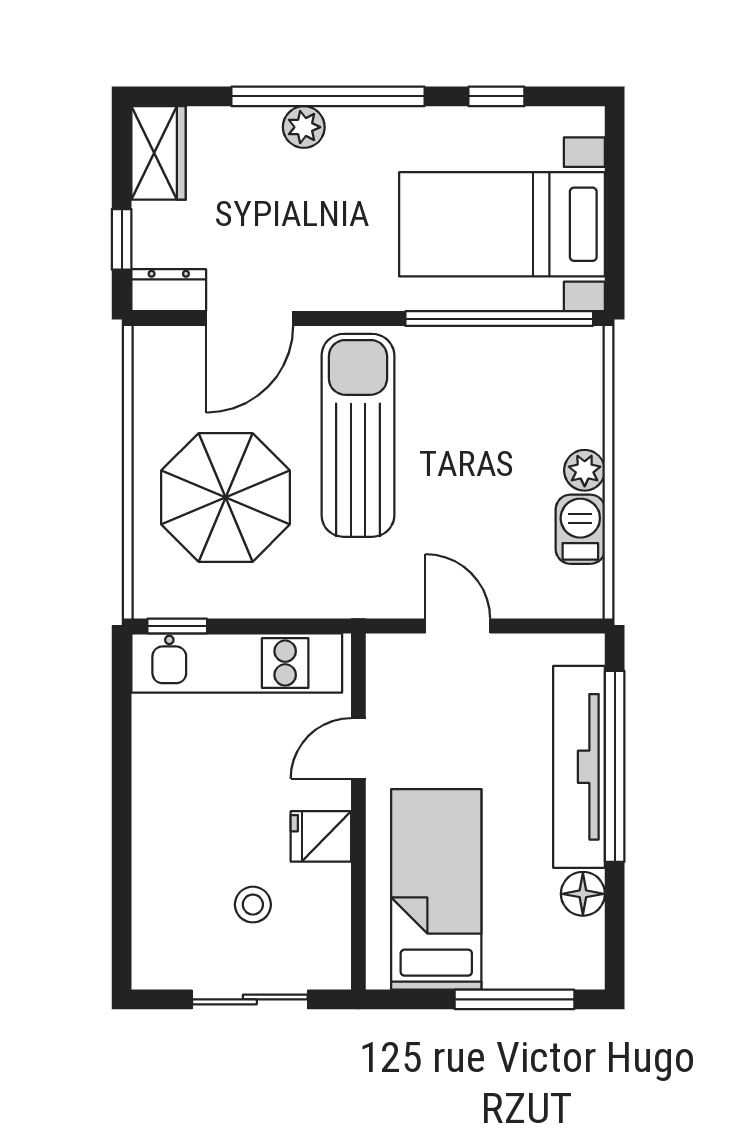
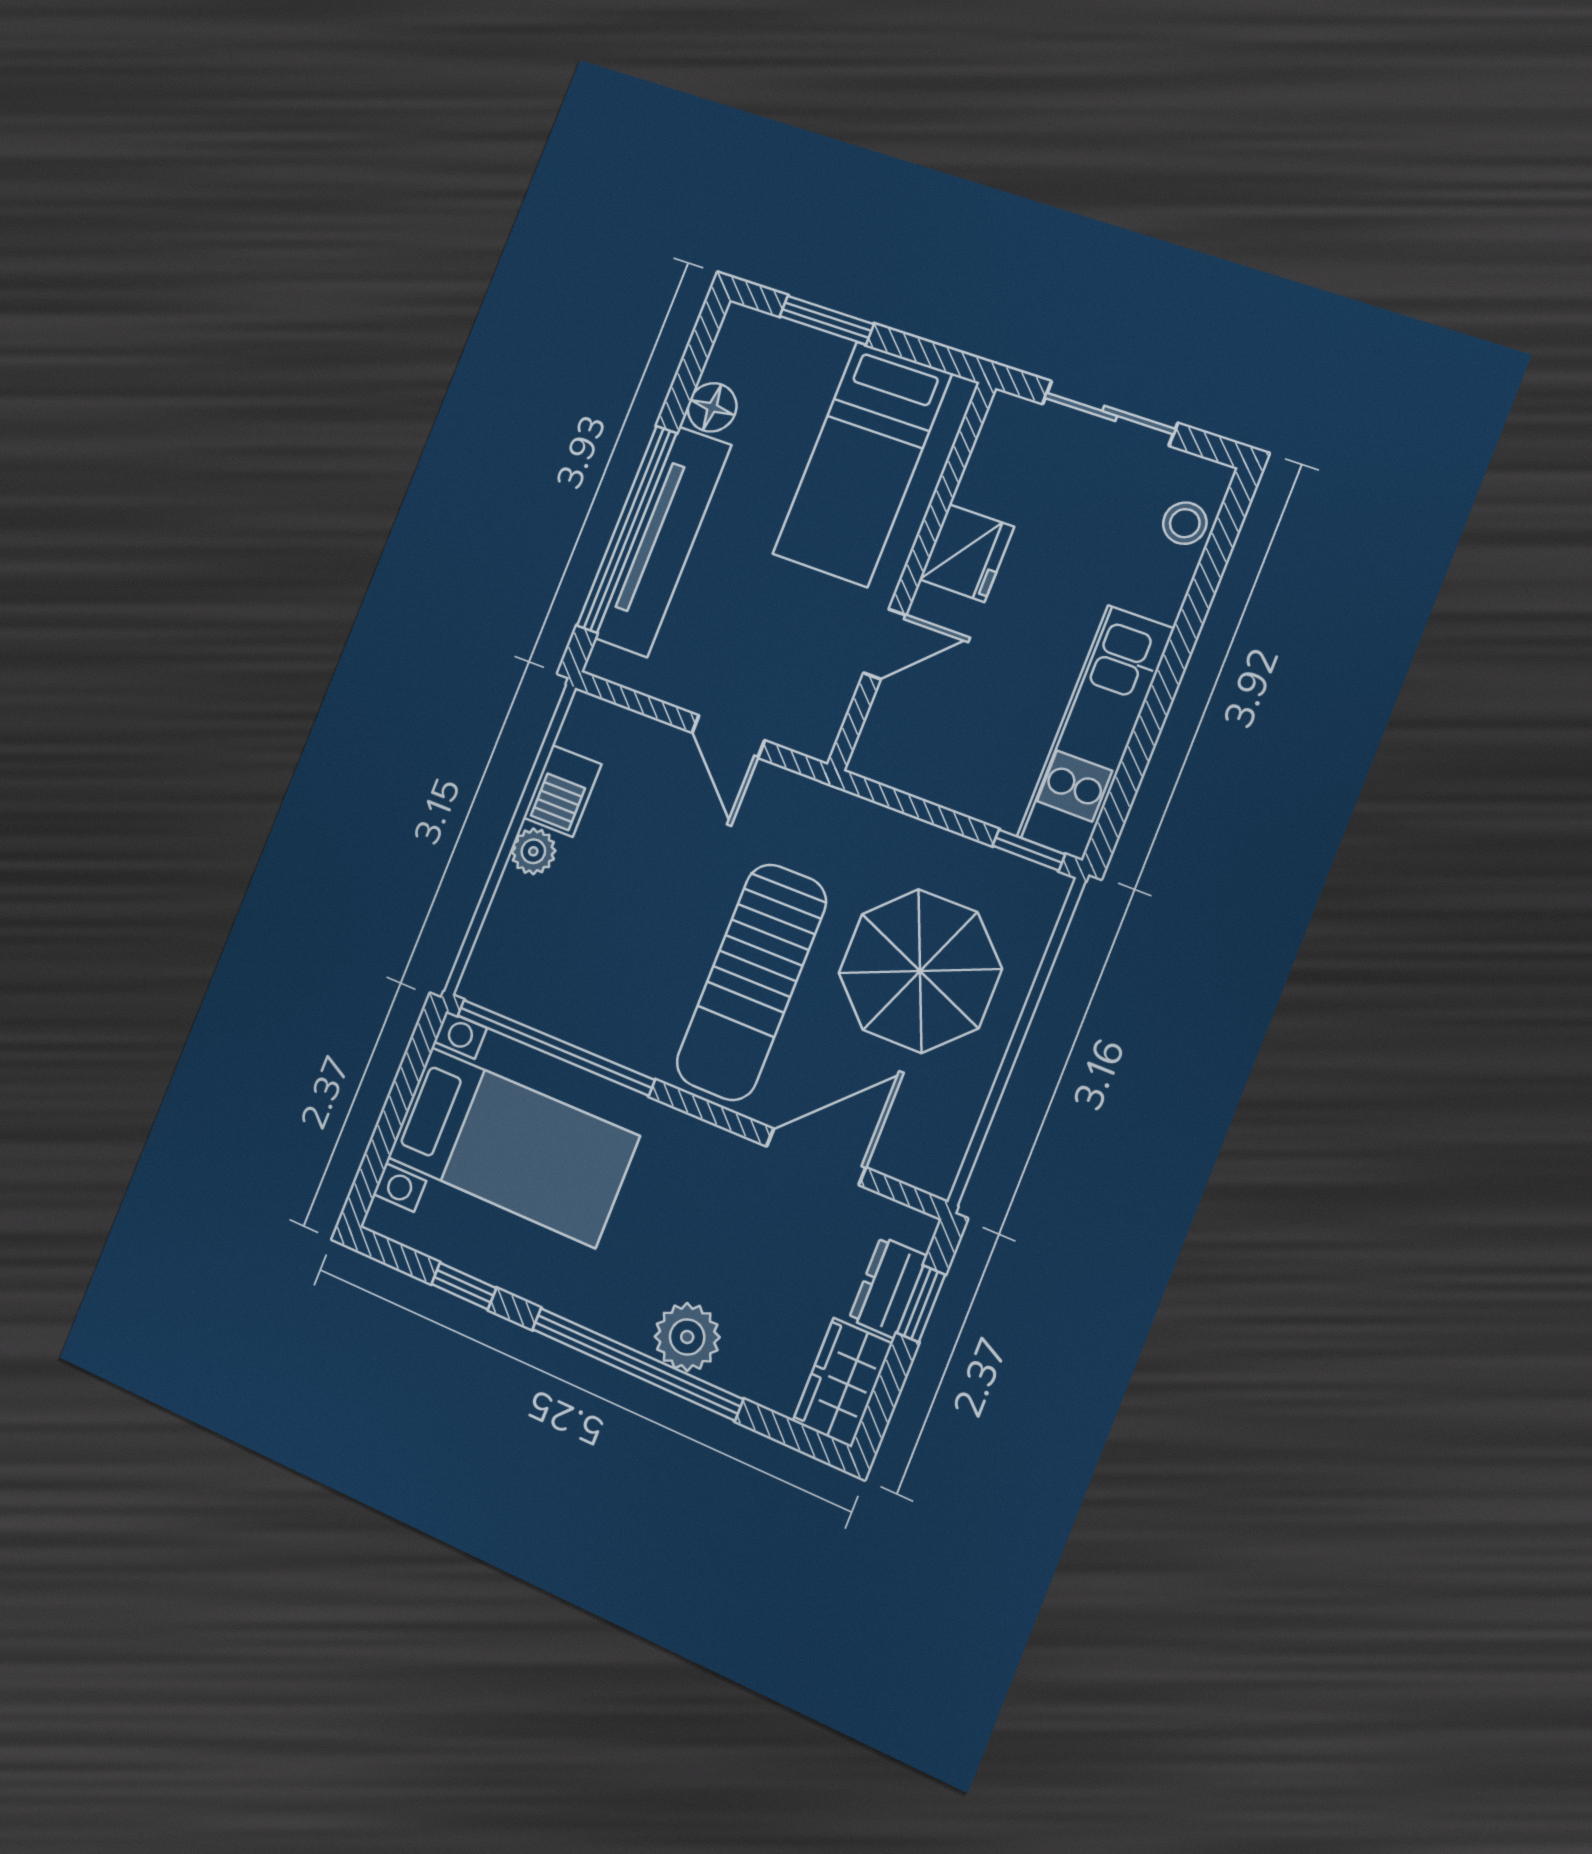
plant: (304, 127) -> (687, 1337), width x1.38, depth x1.38
dresser: (169, 290) -> (888, 1287), moved, turned 90
kitchen unit: (237, 663) -> (1096, 733), moved, turned -90
fridge: (321, 836) -> (967, 553), width x1.38
stool: (253, 905) -> (1185, 523), moved
window: (514, 999) -> (827, 320), width x0.69

